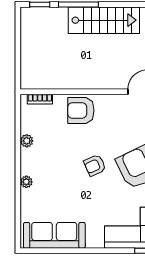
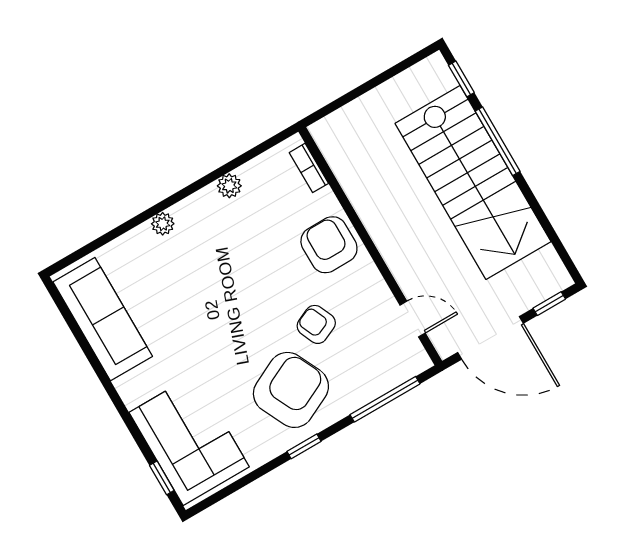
stairs: (104, 20) -> (473, 182), width x1.36, depth x1.51
armchair: (95, 165) -> (316, 324), moved

